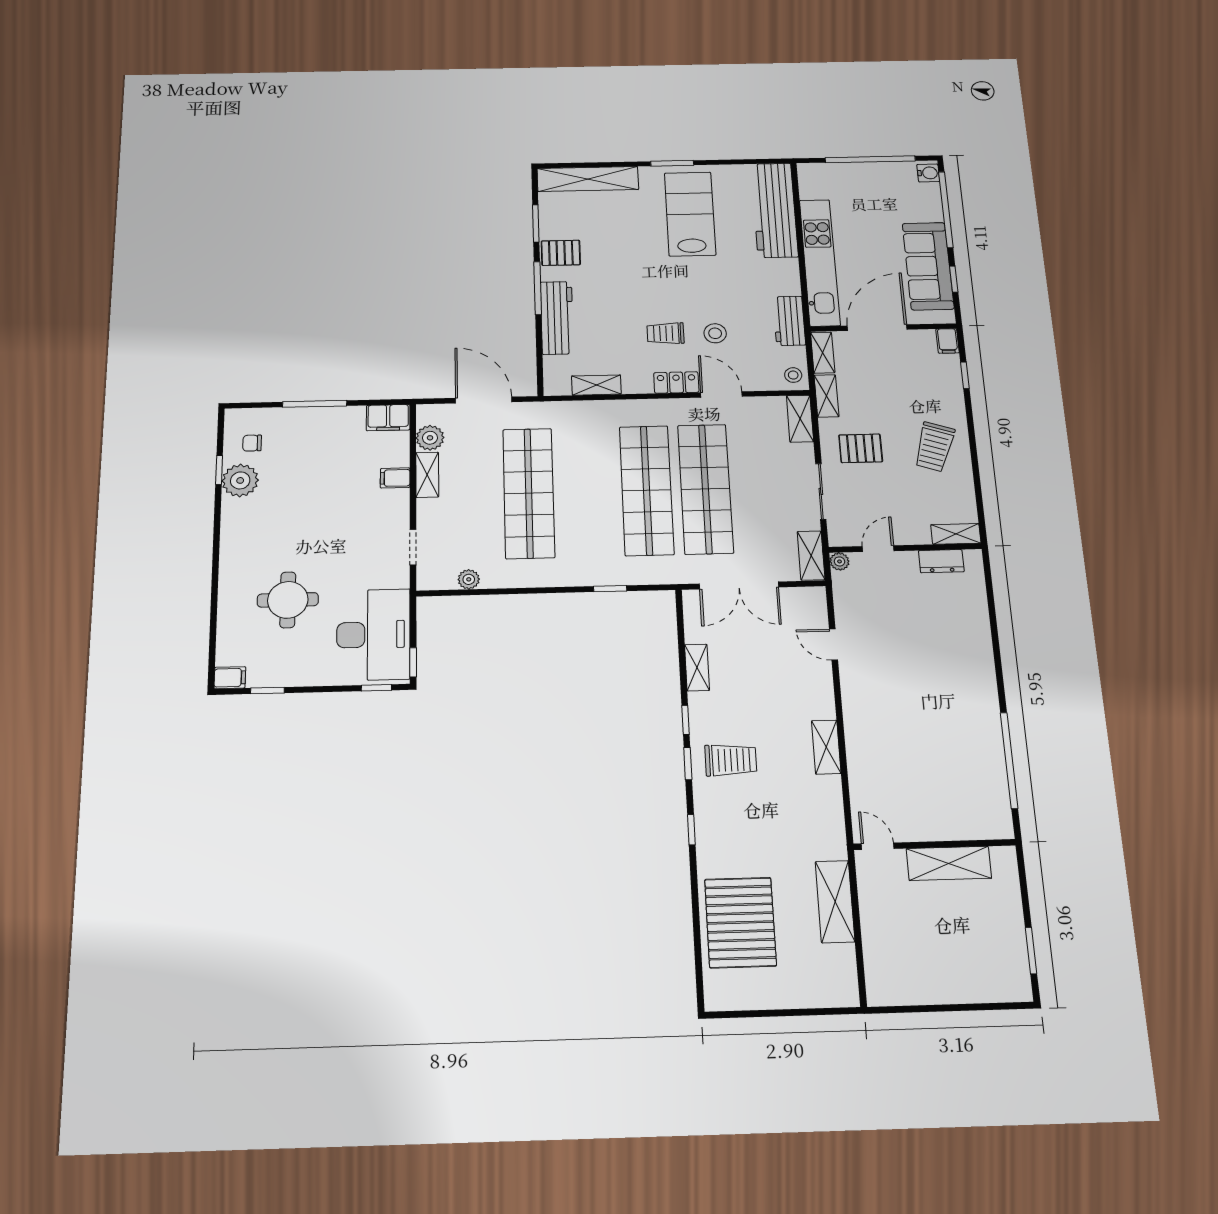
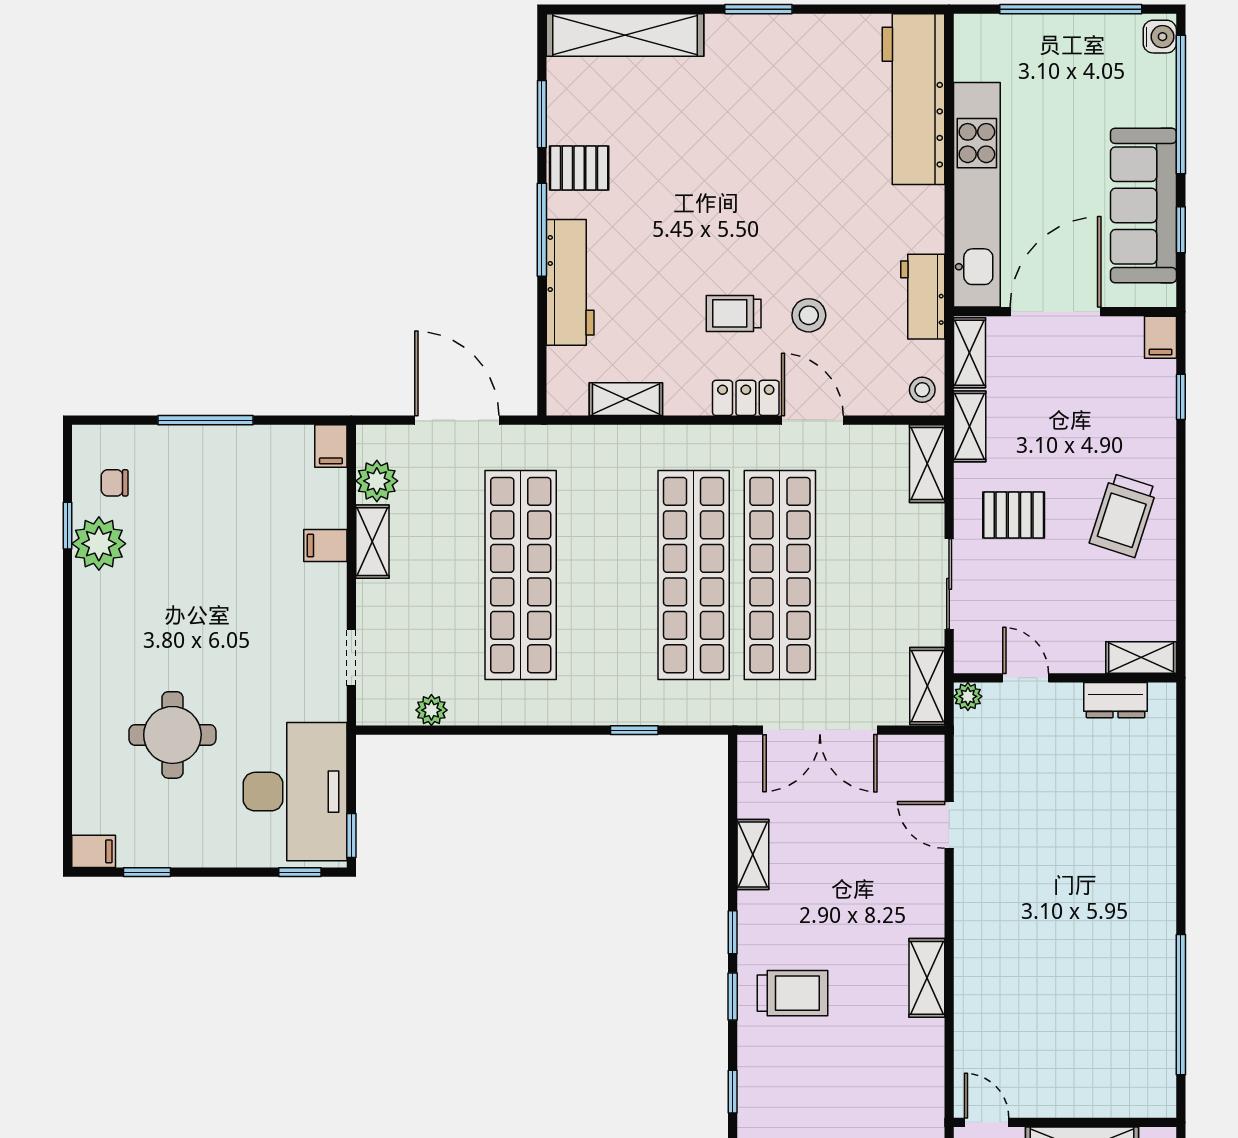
lab bench: (690, 214) -> (782, 103), removed
filing cabinet: (388, 418) -> (331, 446), width x0.50
door: (878, 549) -> (1026, 678), hinge flipped

